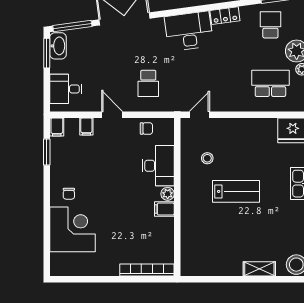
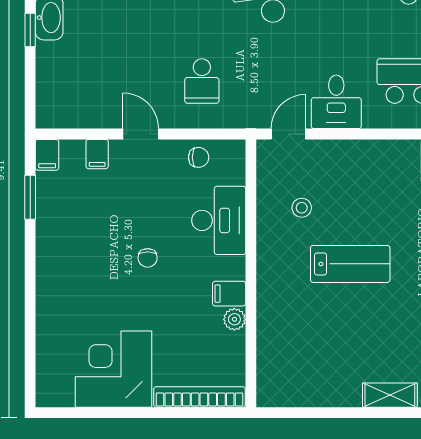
window: (47, 53) -> (30, 30), width x0.67
desk: (66, 89) -> (336, 102), moved, turned -90
chair: (69, 194) -> (148, 258), moved
plant: (168, 194) -> (234, 319), moved
corner desk: (73, 229) -> (113, 369), moved, turned -90

